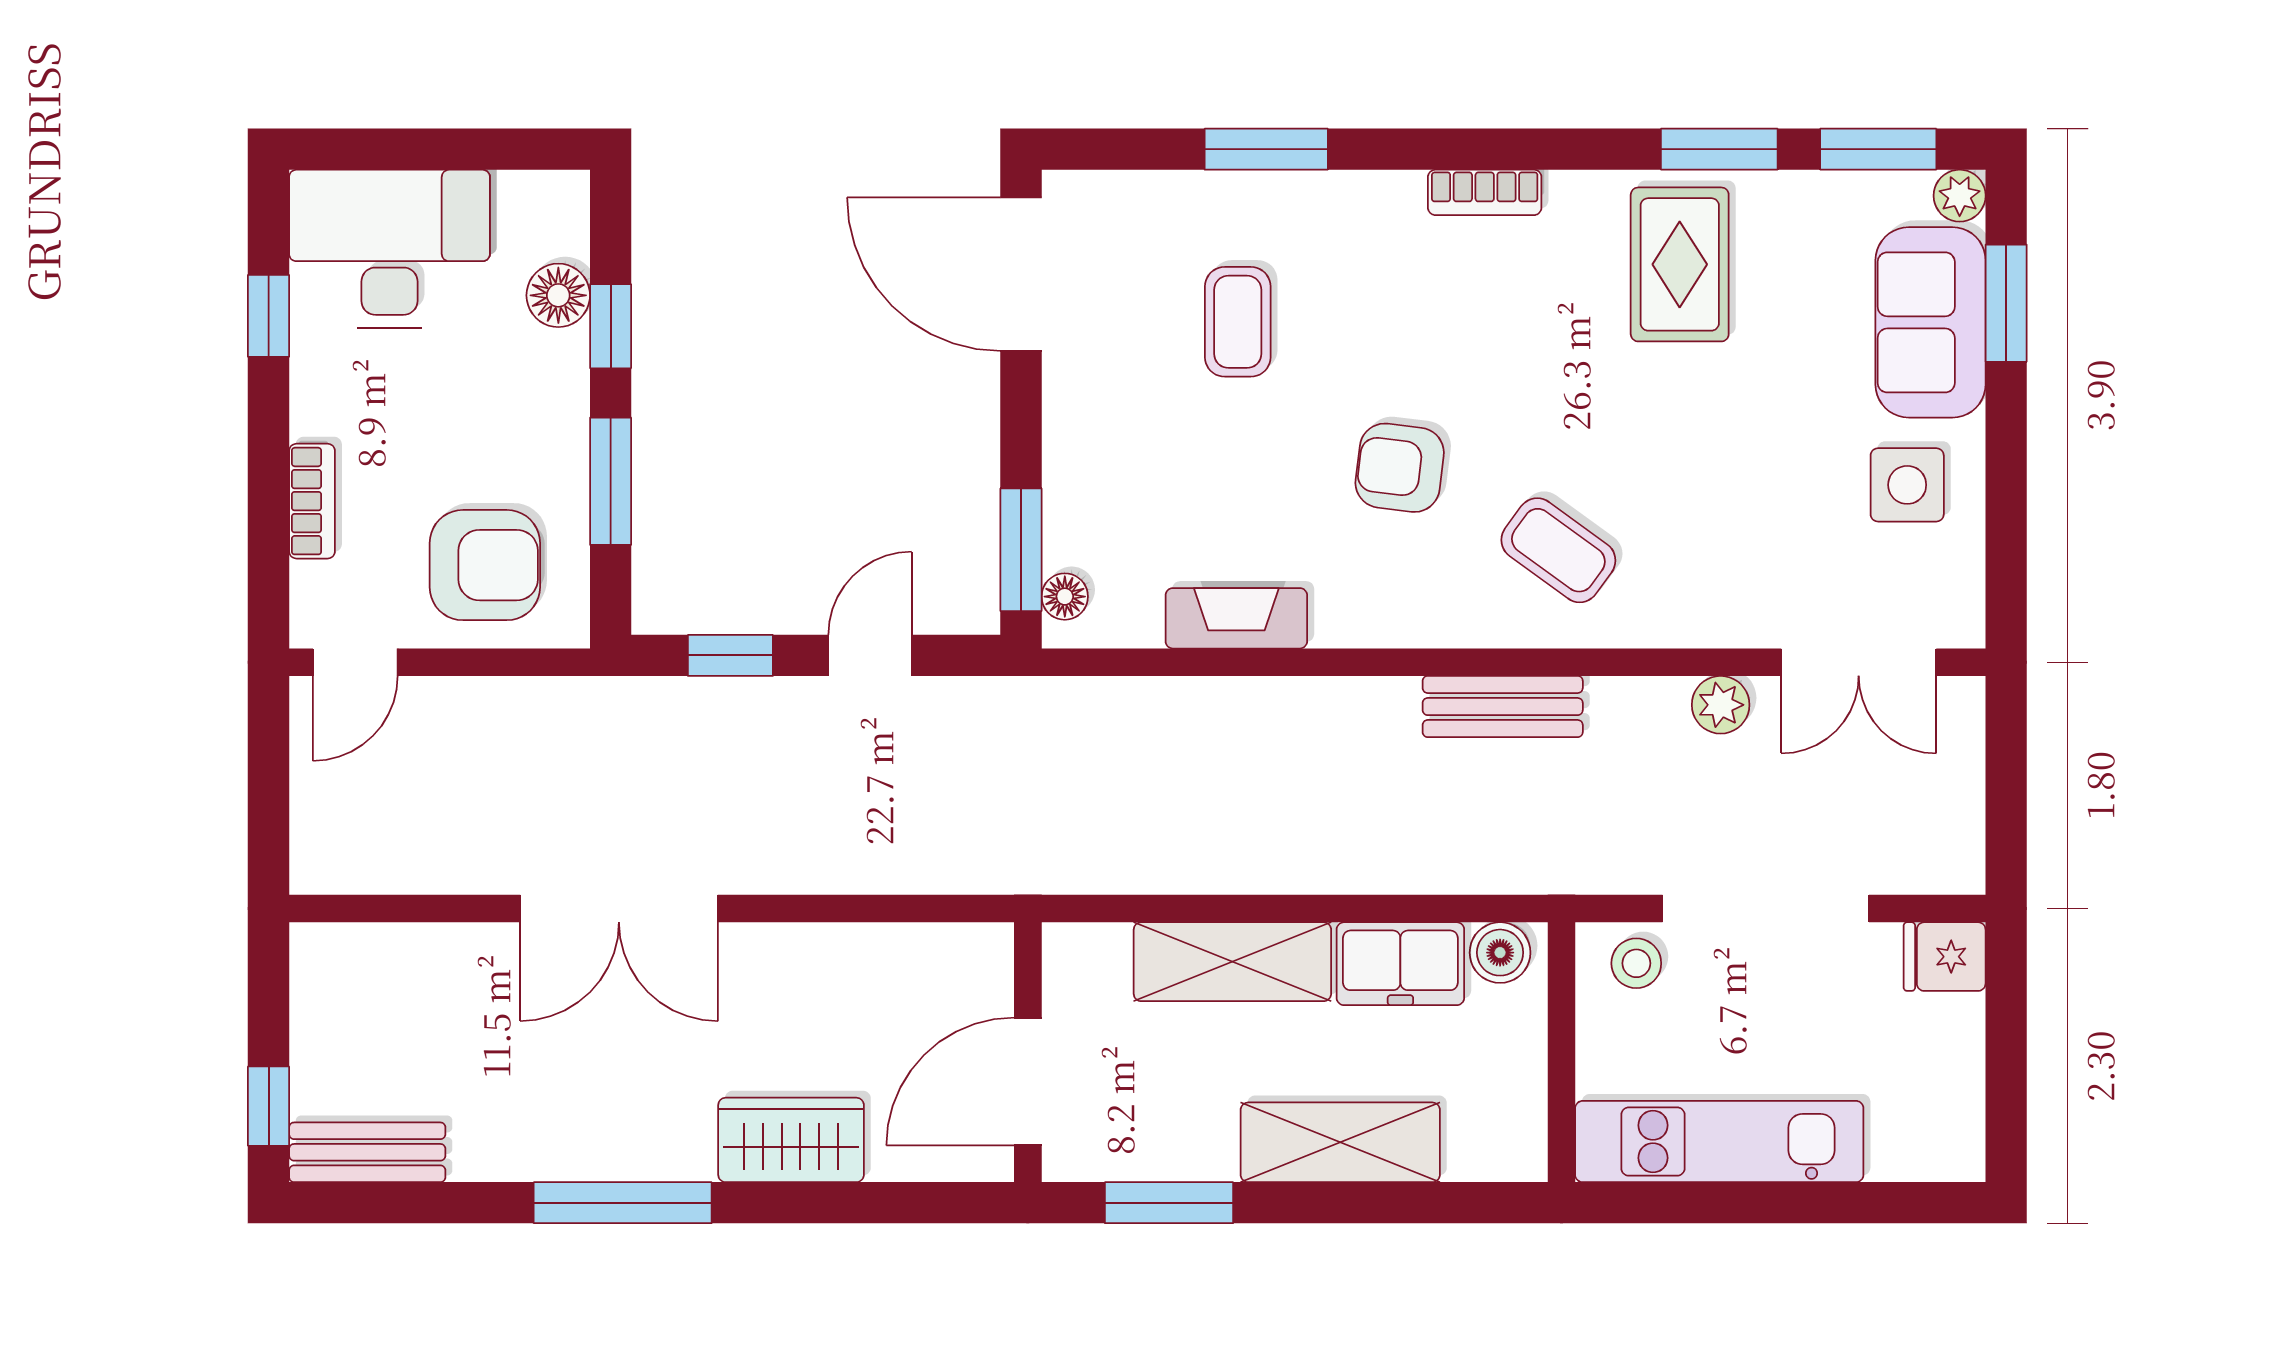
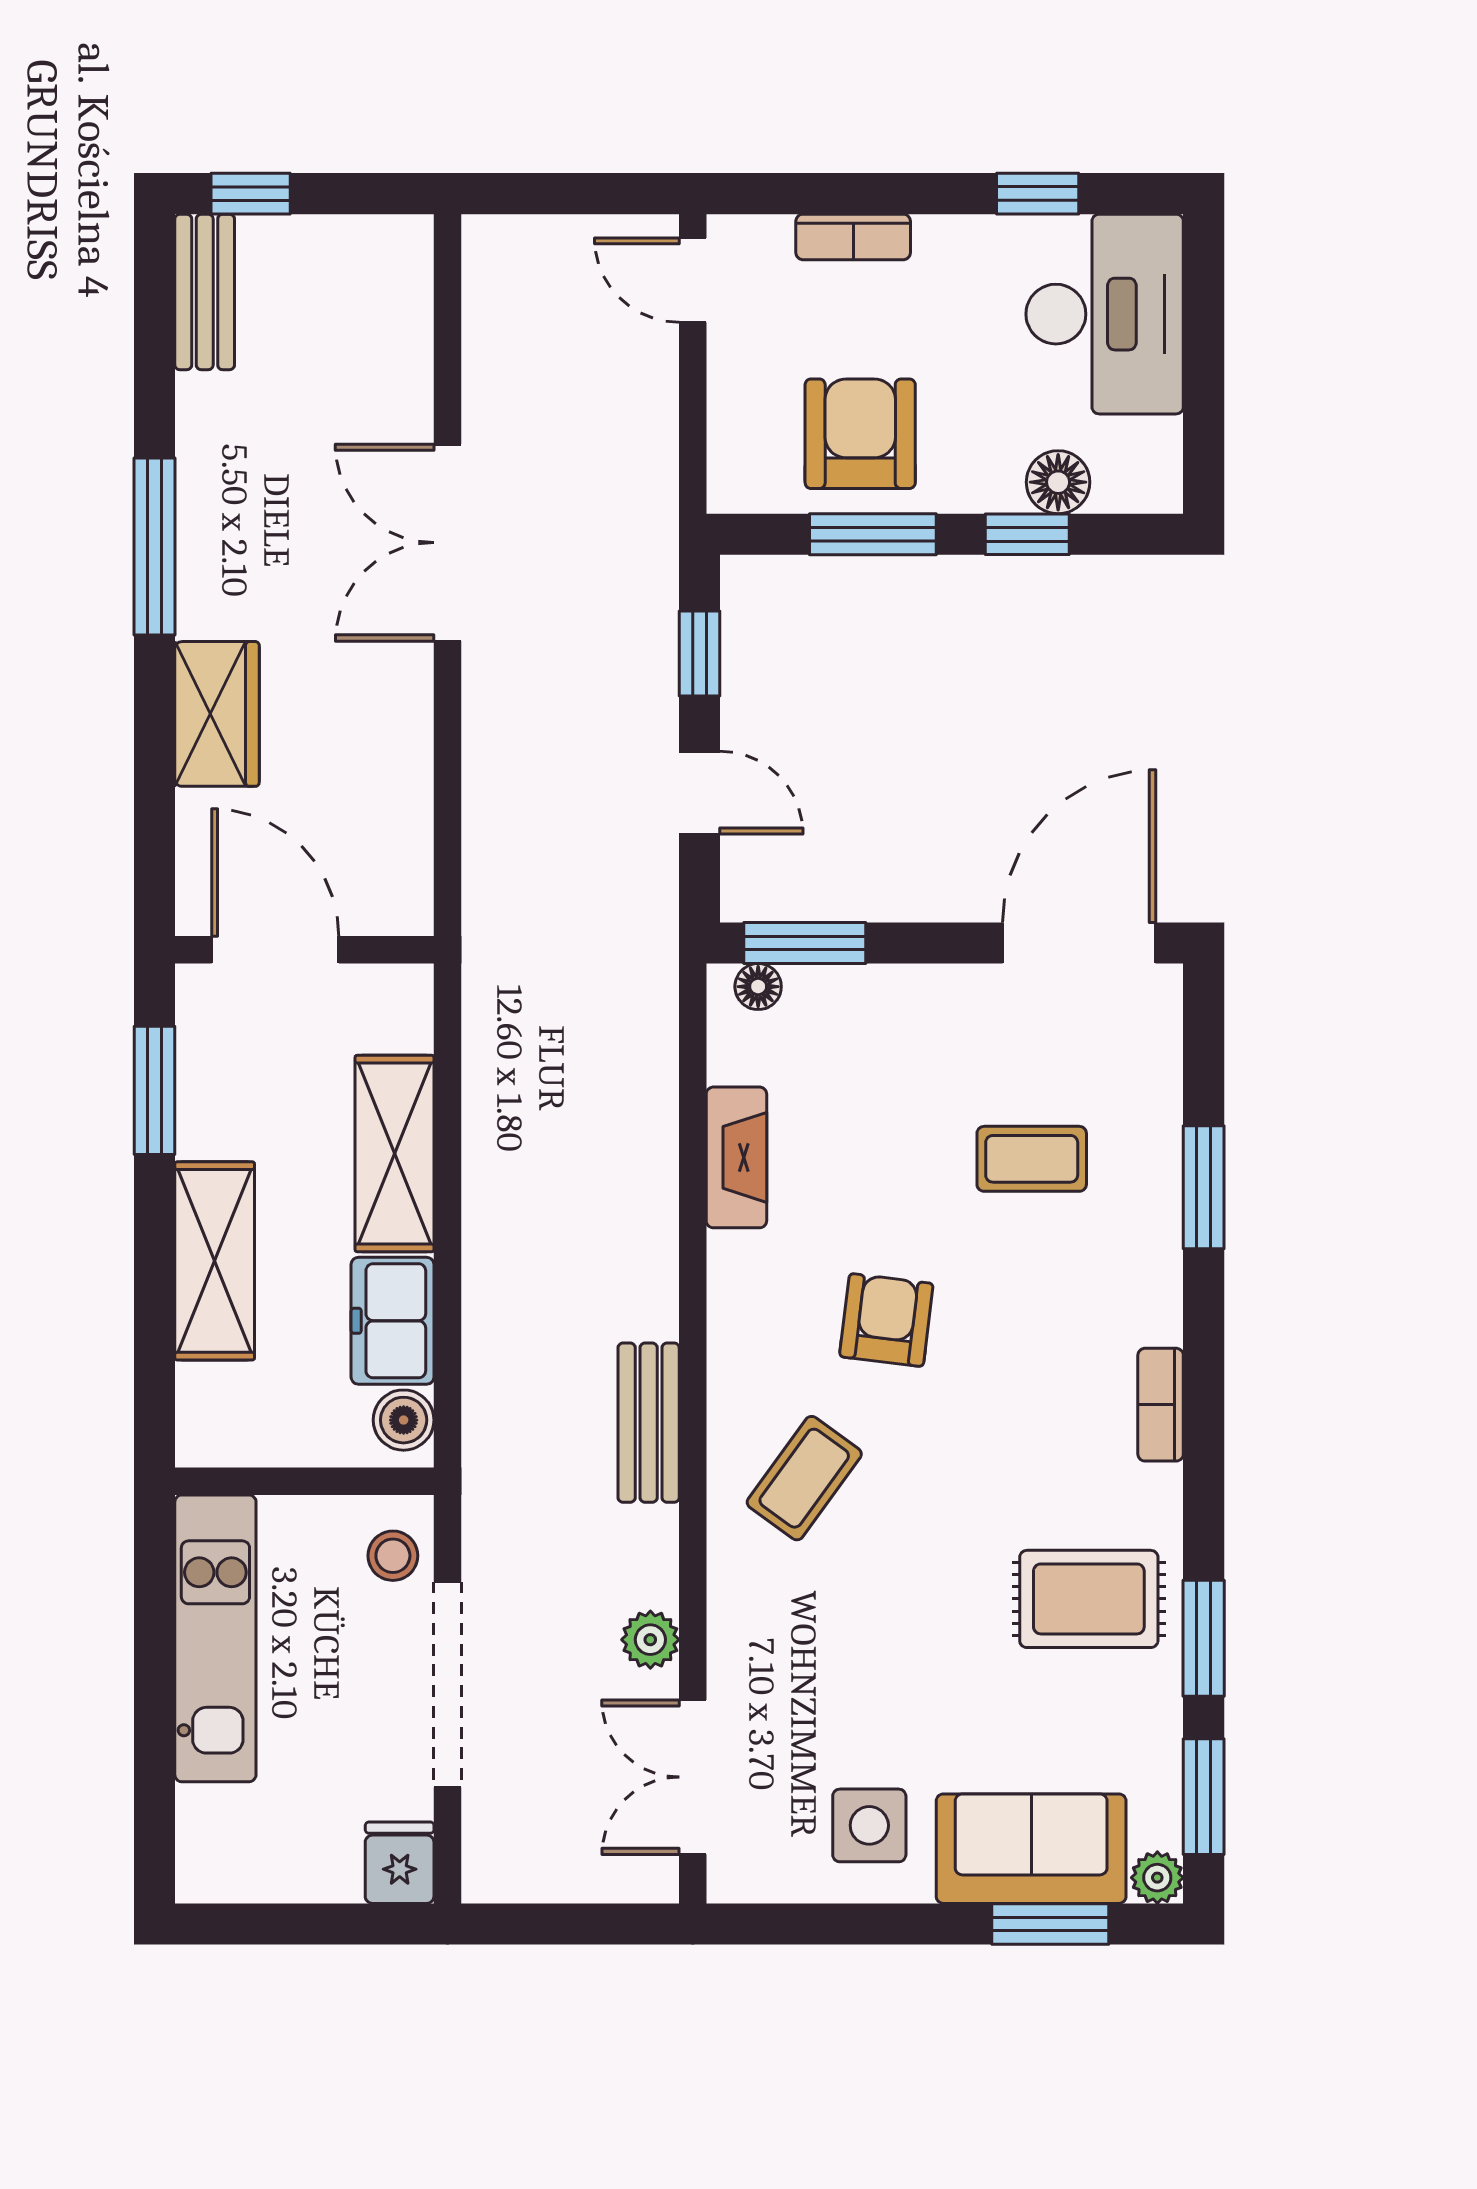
armchair: (485, 565) -> (860, 434), moved, turned 180

